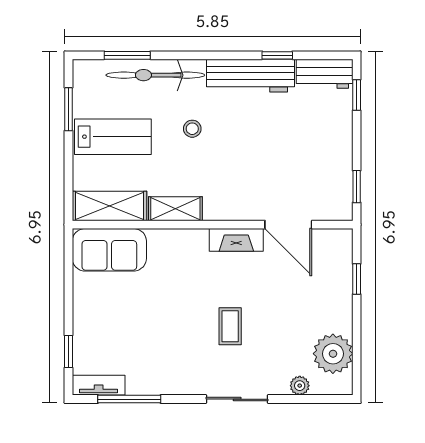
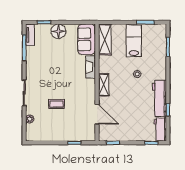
bicycle: (155, 75) -> (160, 59), removed
lab bench: (113, 137) -> (134, 41), turned 180
shelving: (175, 209) -> (104, 85), moved
door: (288, 225) -> (97, 114), swing flipped
fireplace: (236, 240) -> (91, 67), moved
floor lamp: (90, 317) -> (58, 31), added
coffee table: (230, 326) -> (56, 104), moved
plant: (333, 354) -> (43, 133), removed

